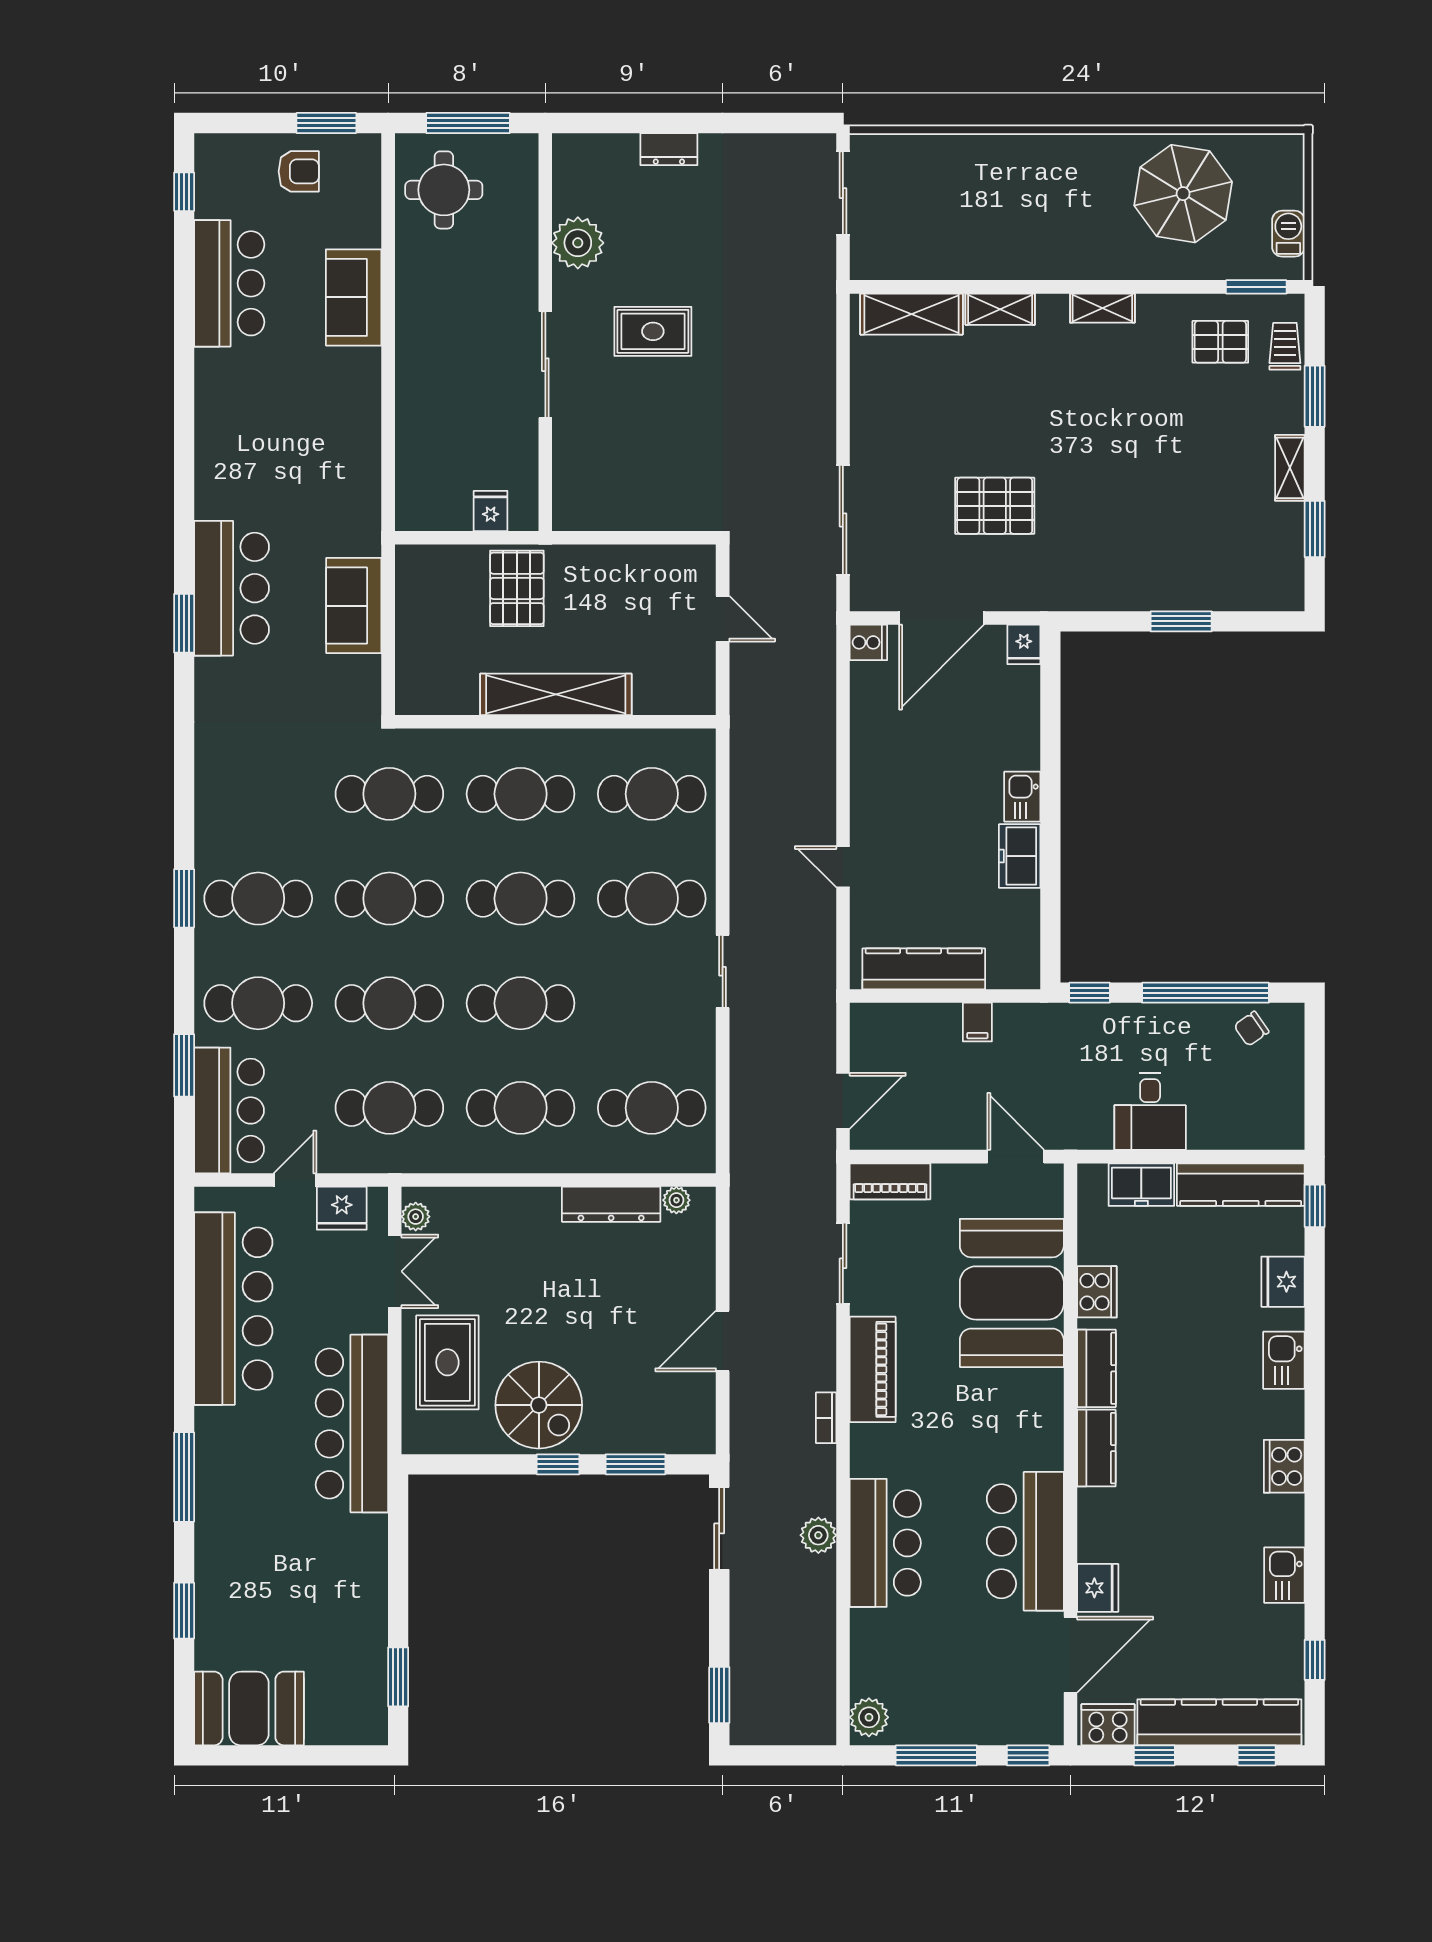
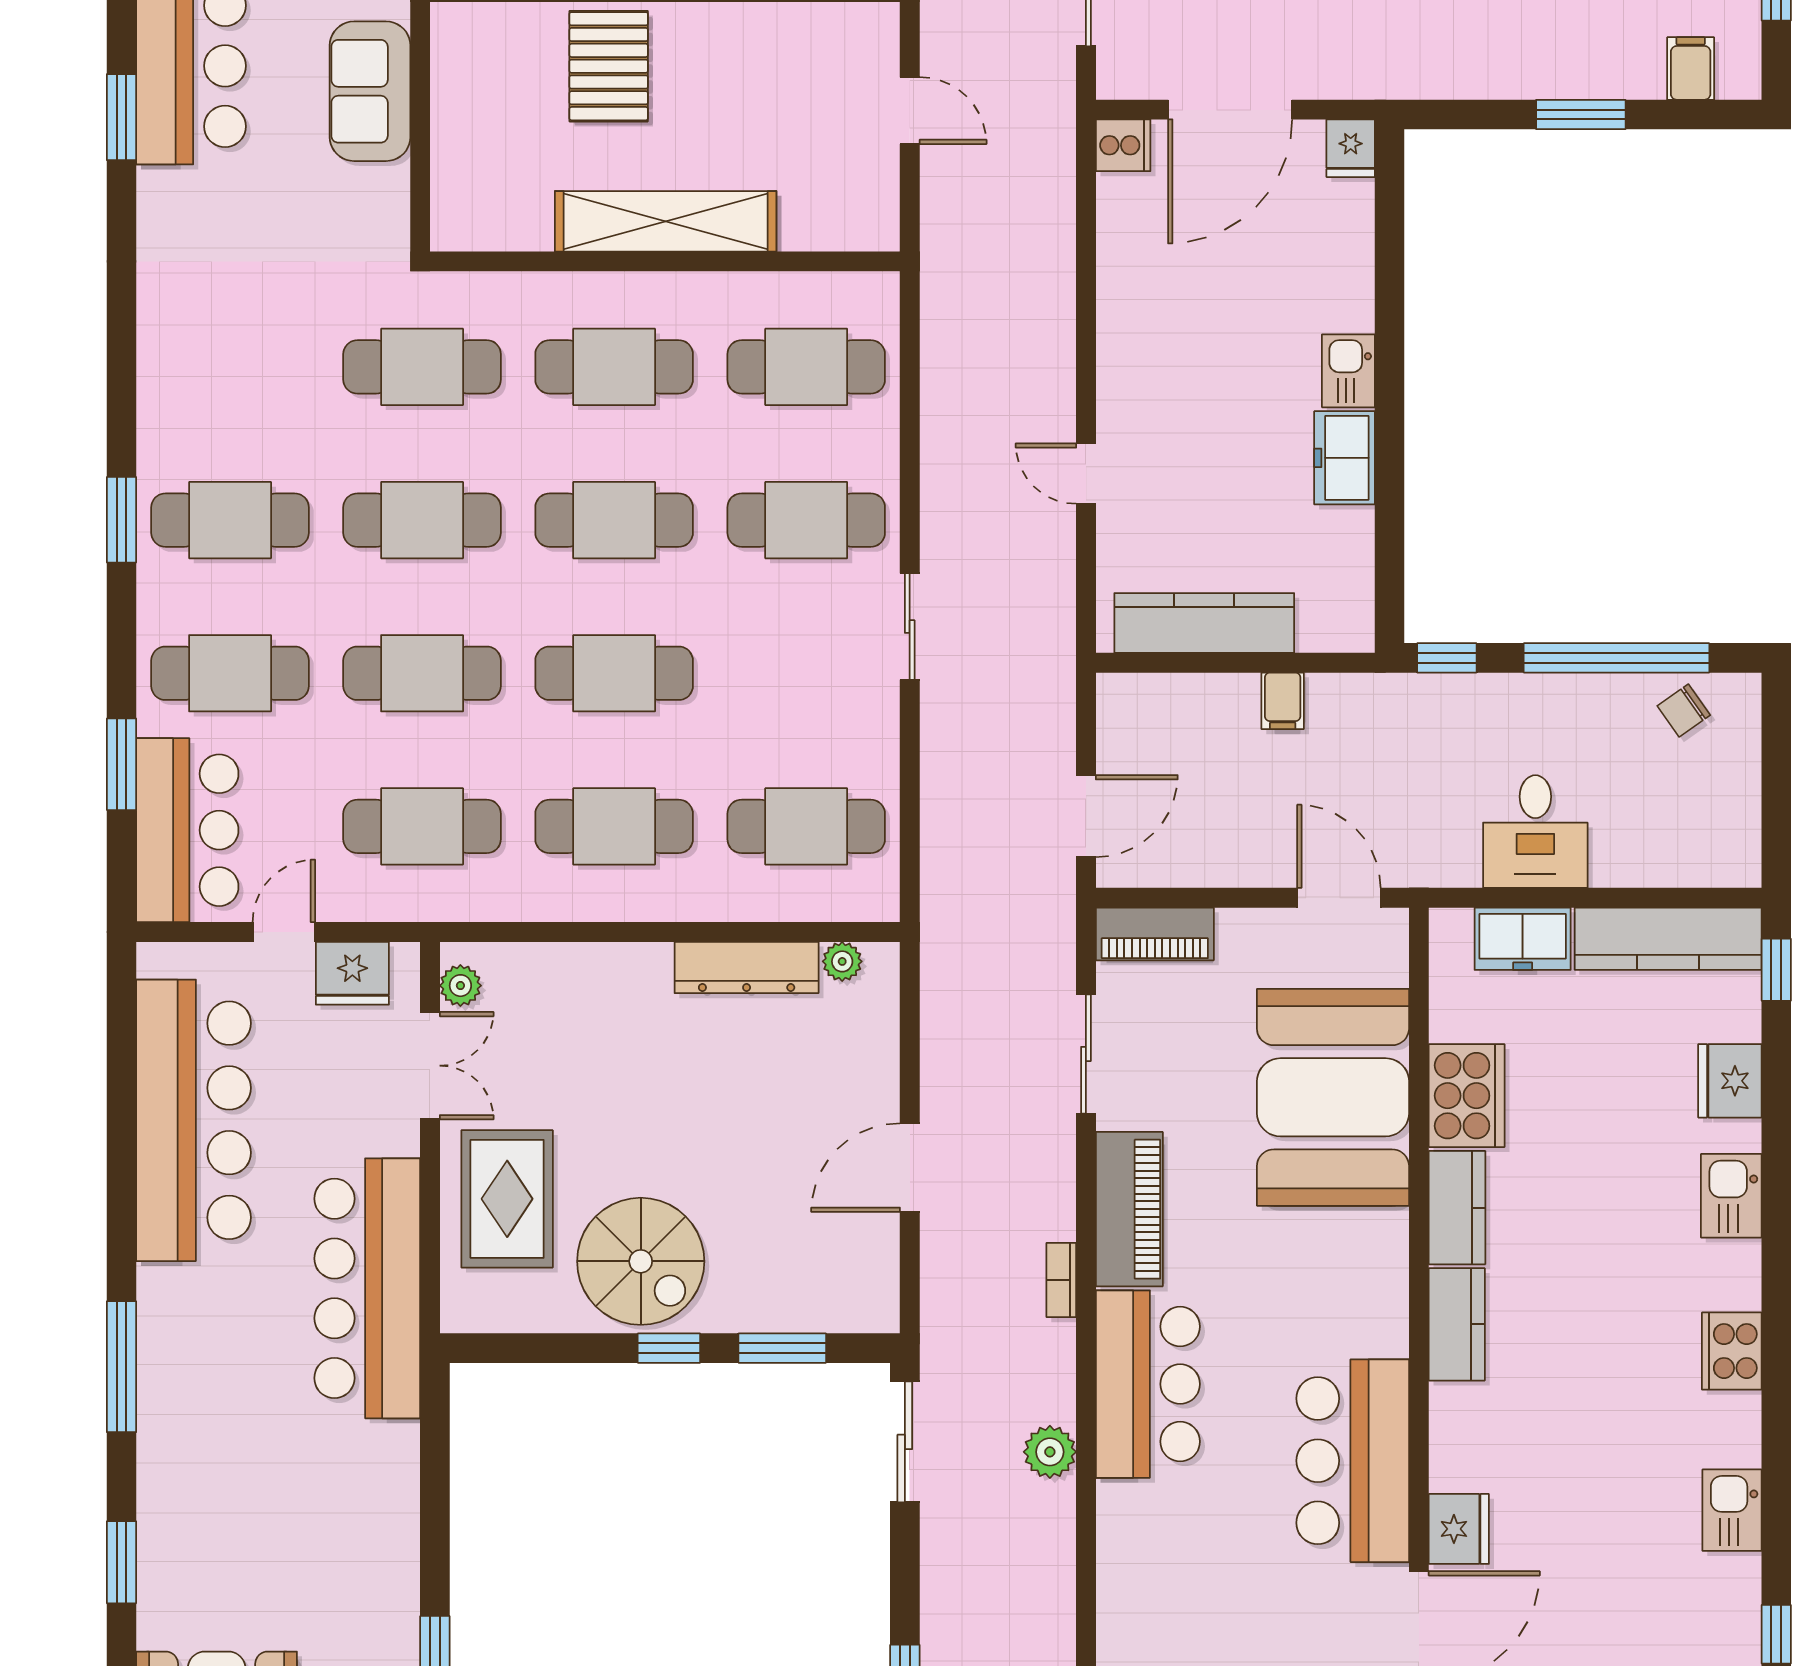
filing cabinet: (1256, 590) -> (1691, 68), added
cooker: (1097, 1292) -> (1467, 1096), width x1.37, depth x1.31
bar counter: (885, 1543) -> (1148, 1384), moved

